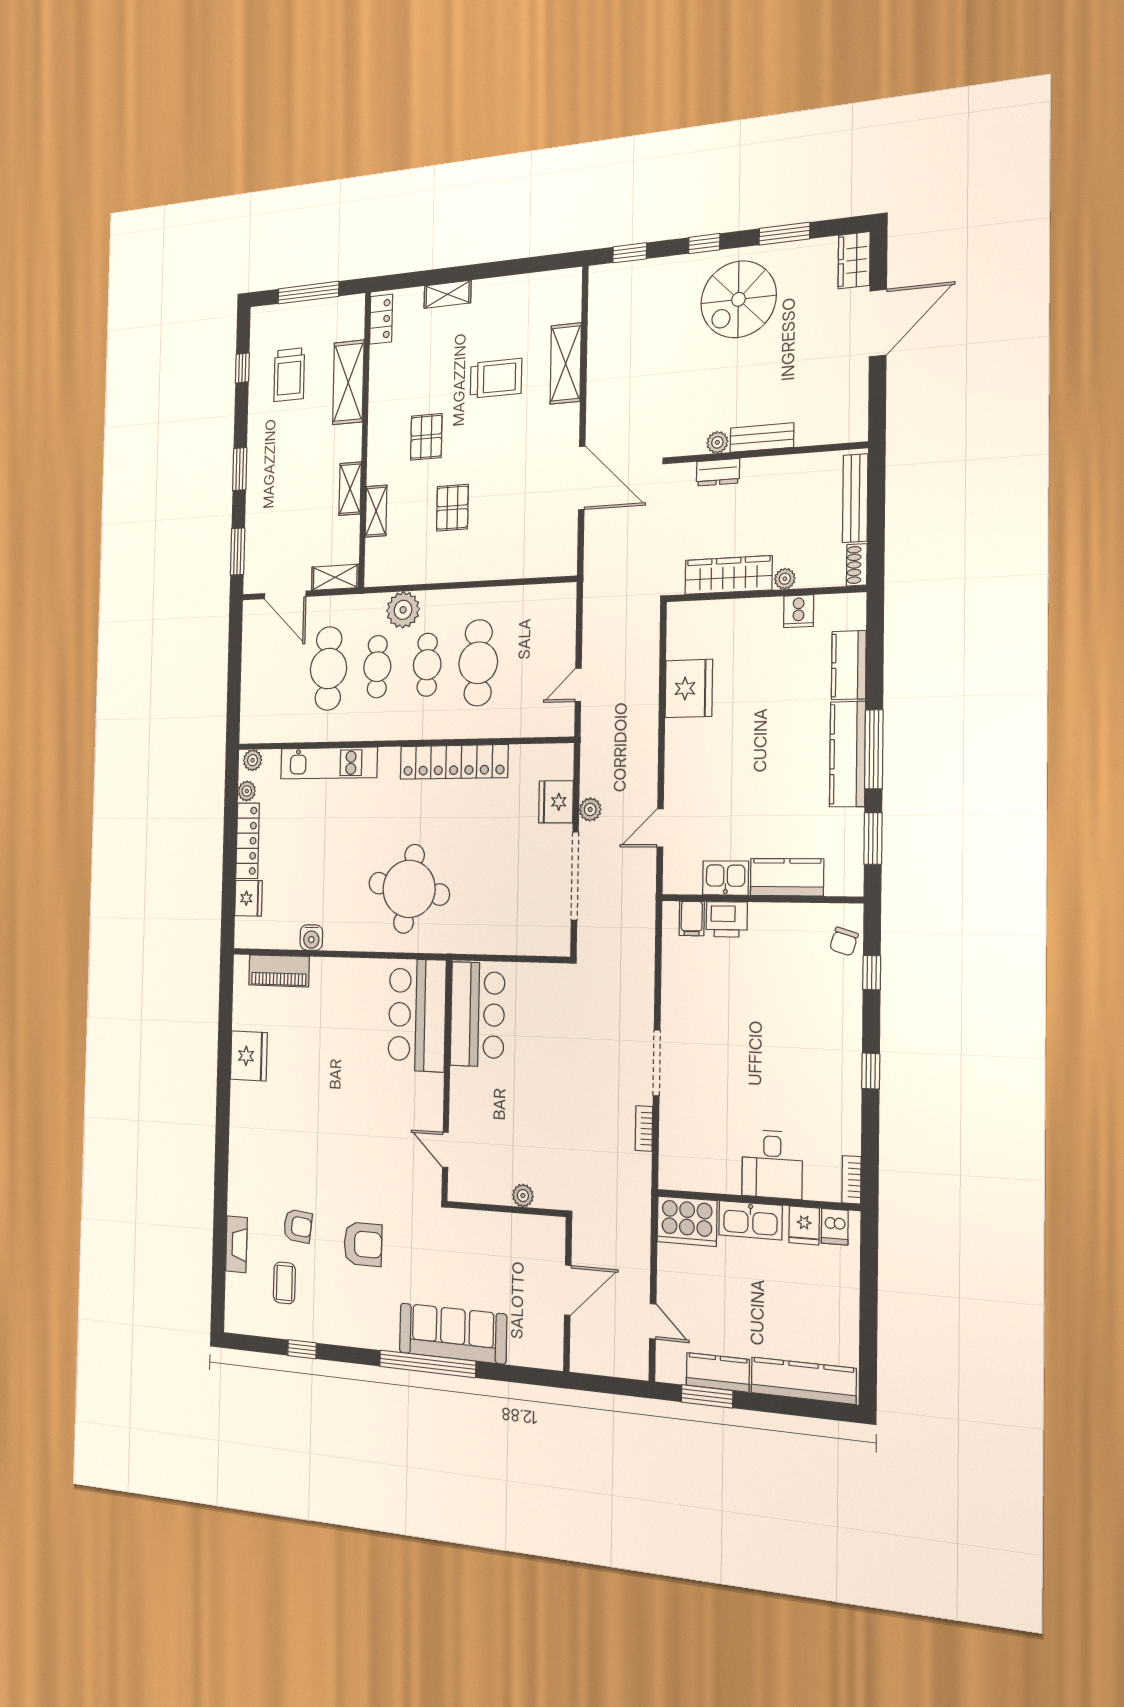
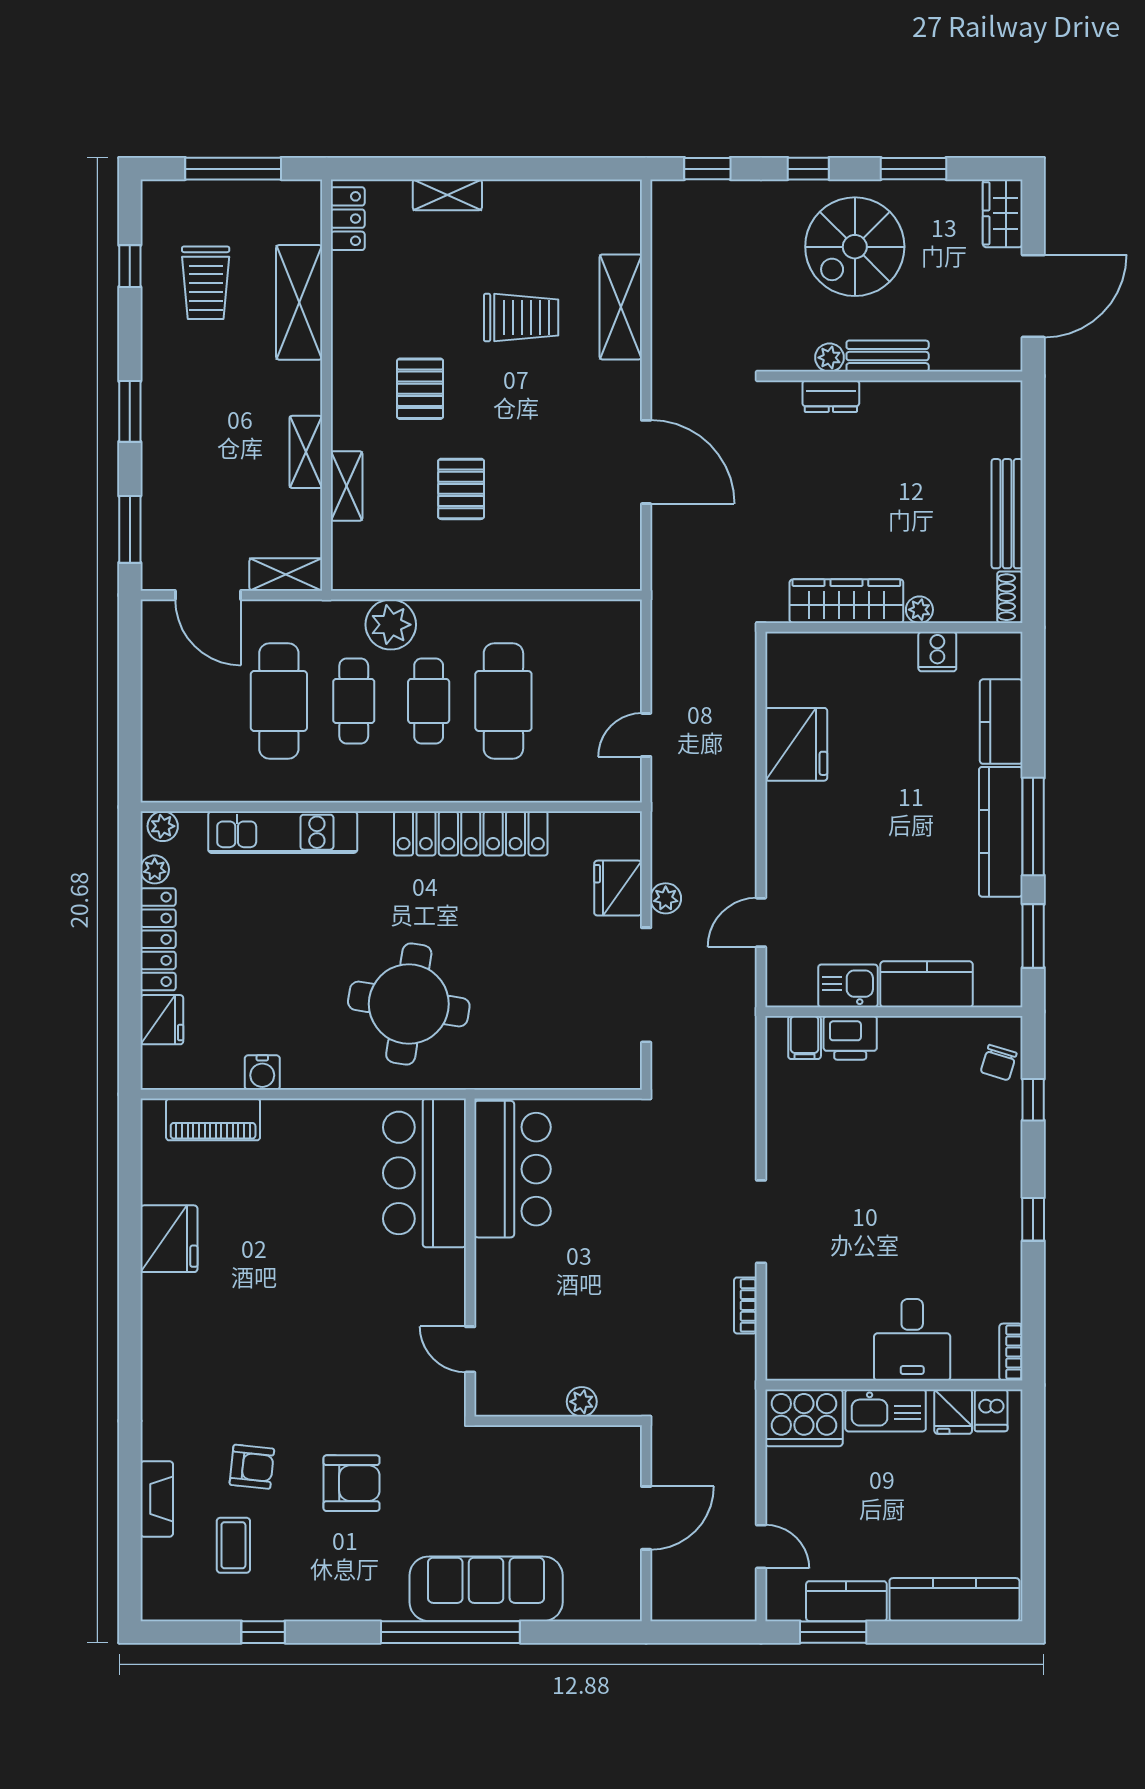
bench: (762, 438) -> (888, 356), moved
plant: (717, 442) -> (829, 358), moved
wall: (766, 453) -> (894, 376), moved
dresser: (718, 472) -> (831, 396), moved

